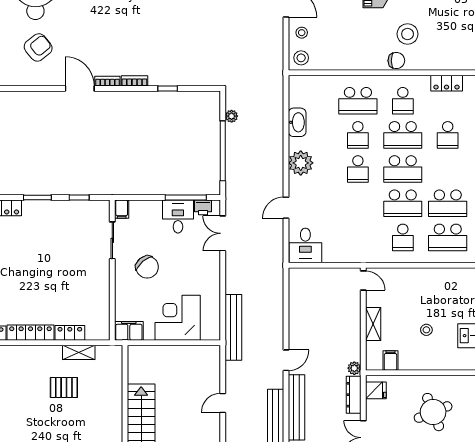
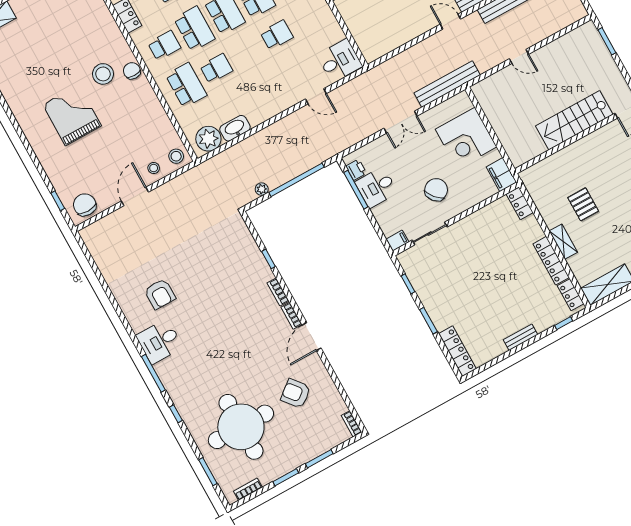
plant: (301, 163) -> (208, 139), moved
school desk: (358, 169) -> (277, 35), moved
double door: (223, 233) -> (401, 122), moved
locker: (70, 333) -> (520, 203), moved
shelving: (79, 352) -> (563, 242), moved

